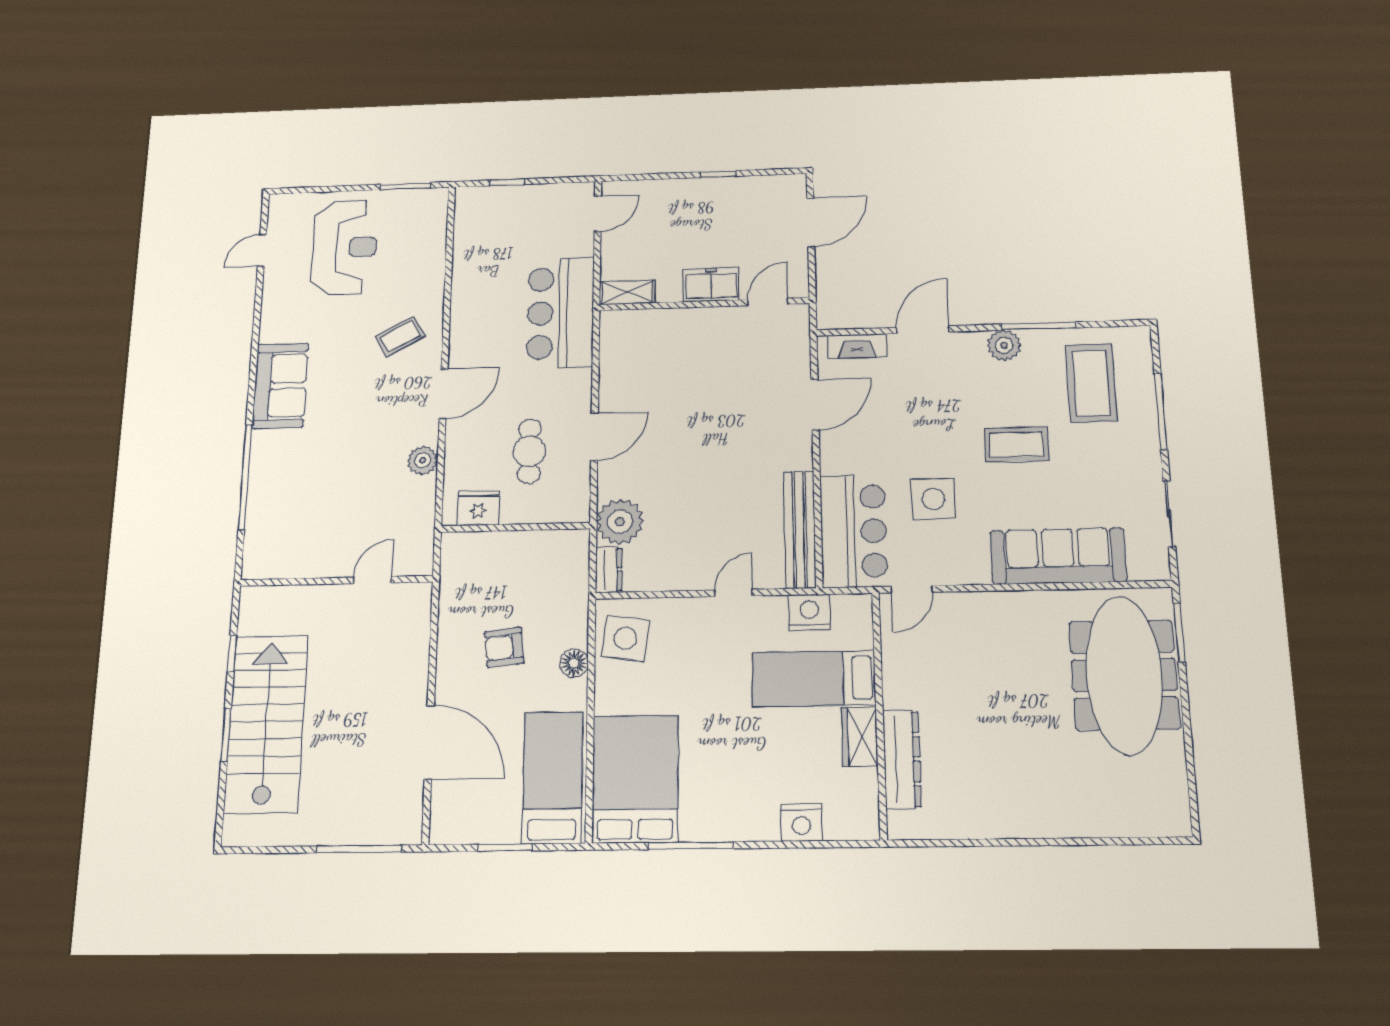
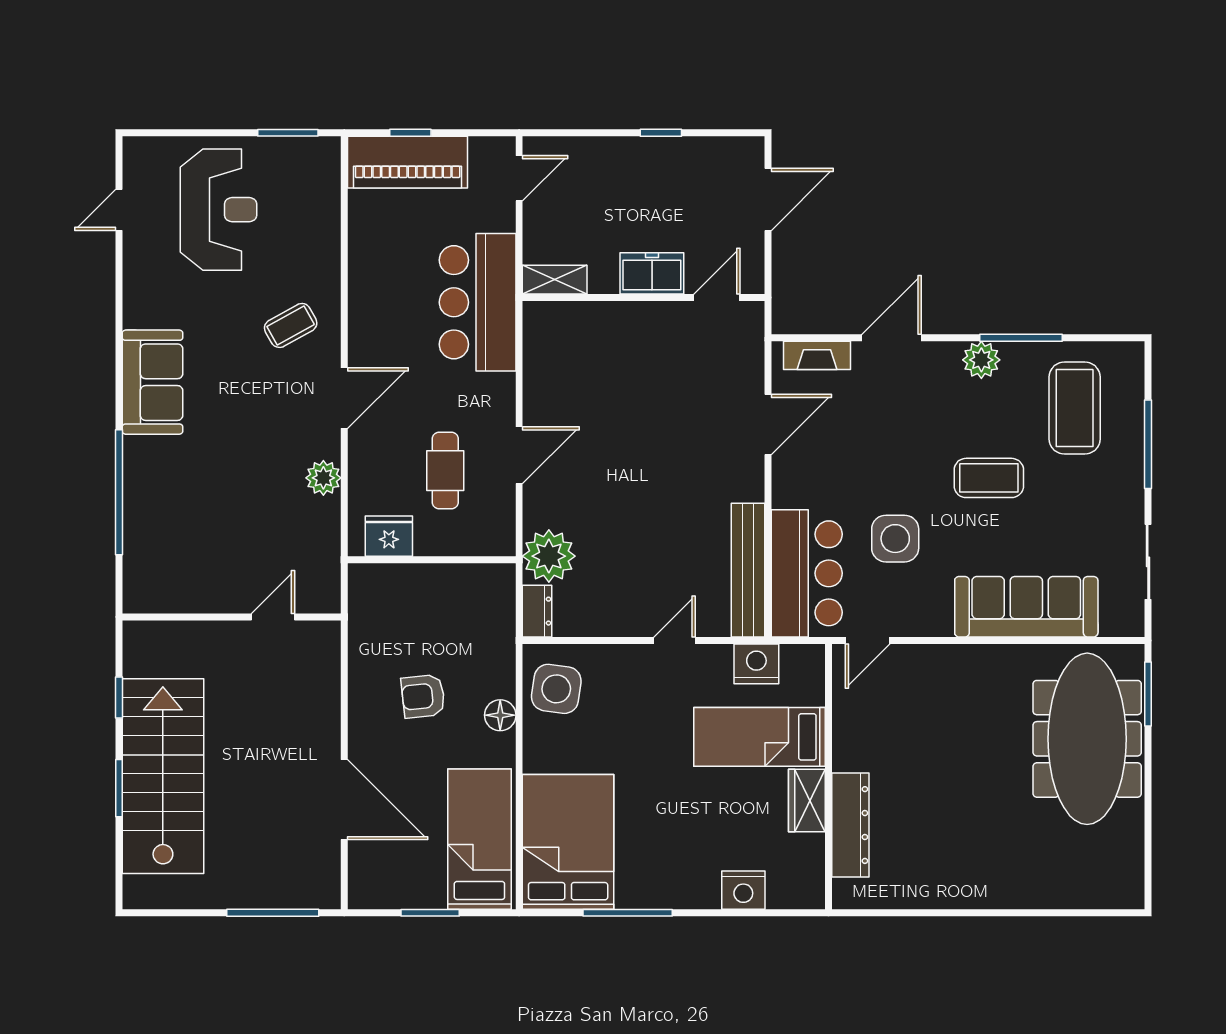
piano: (504, 205) -> (408, 162), added

